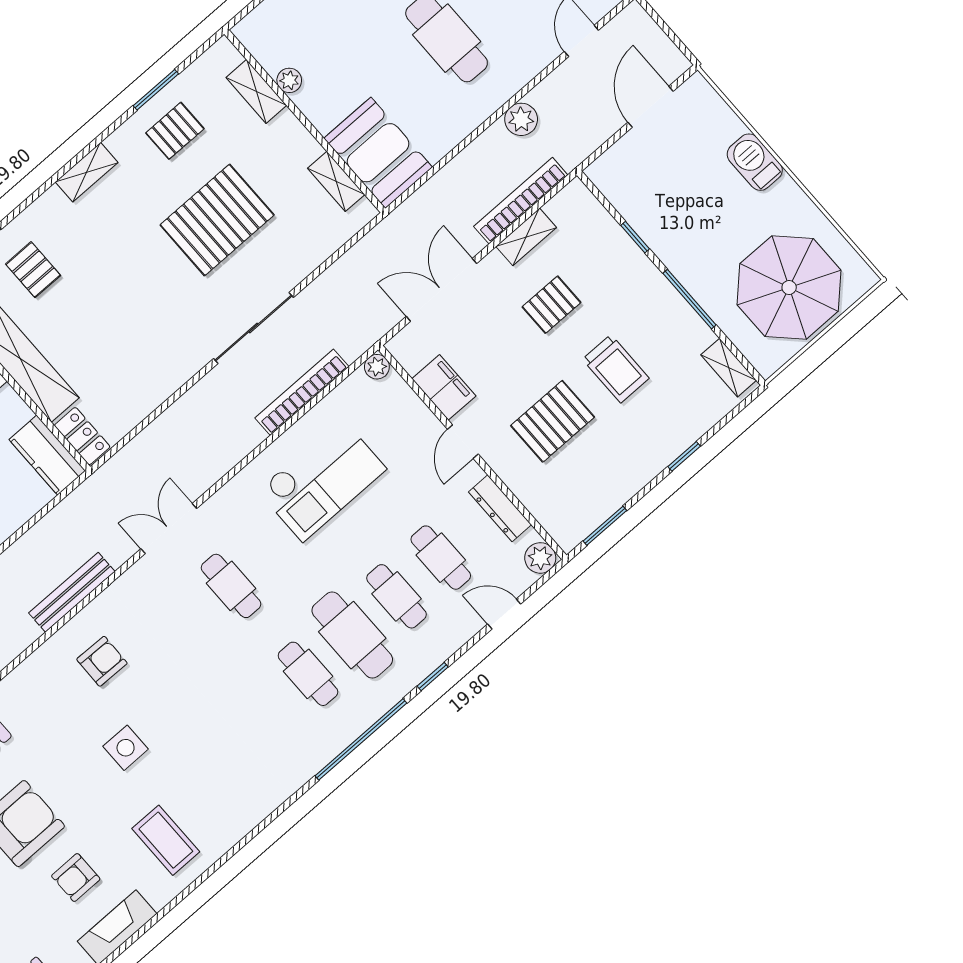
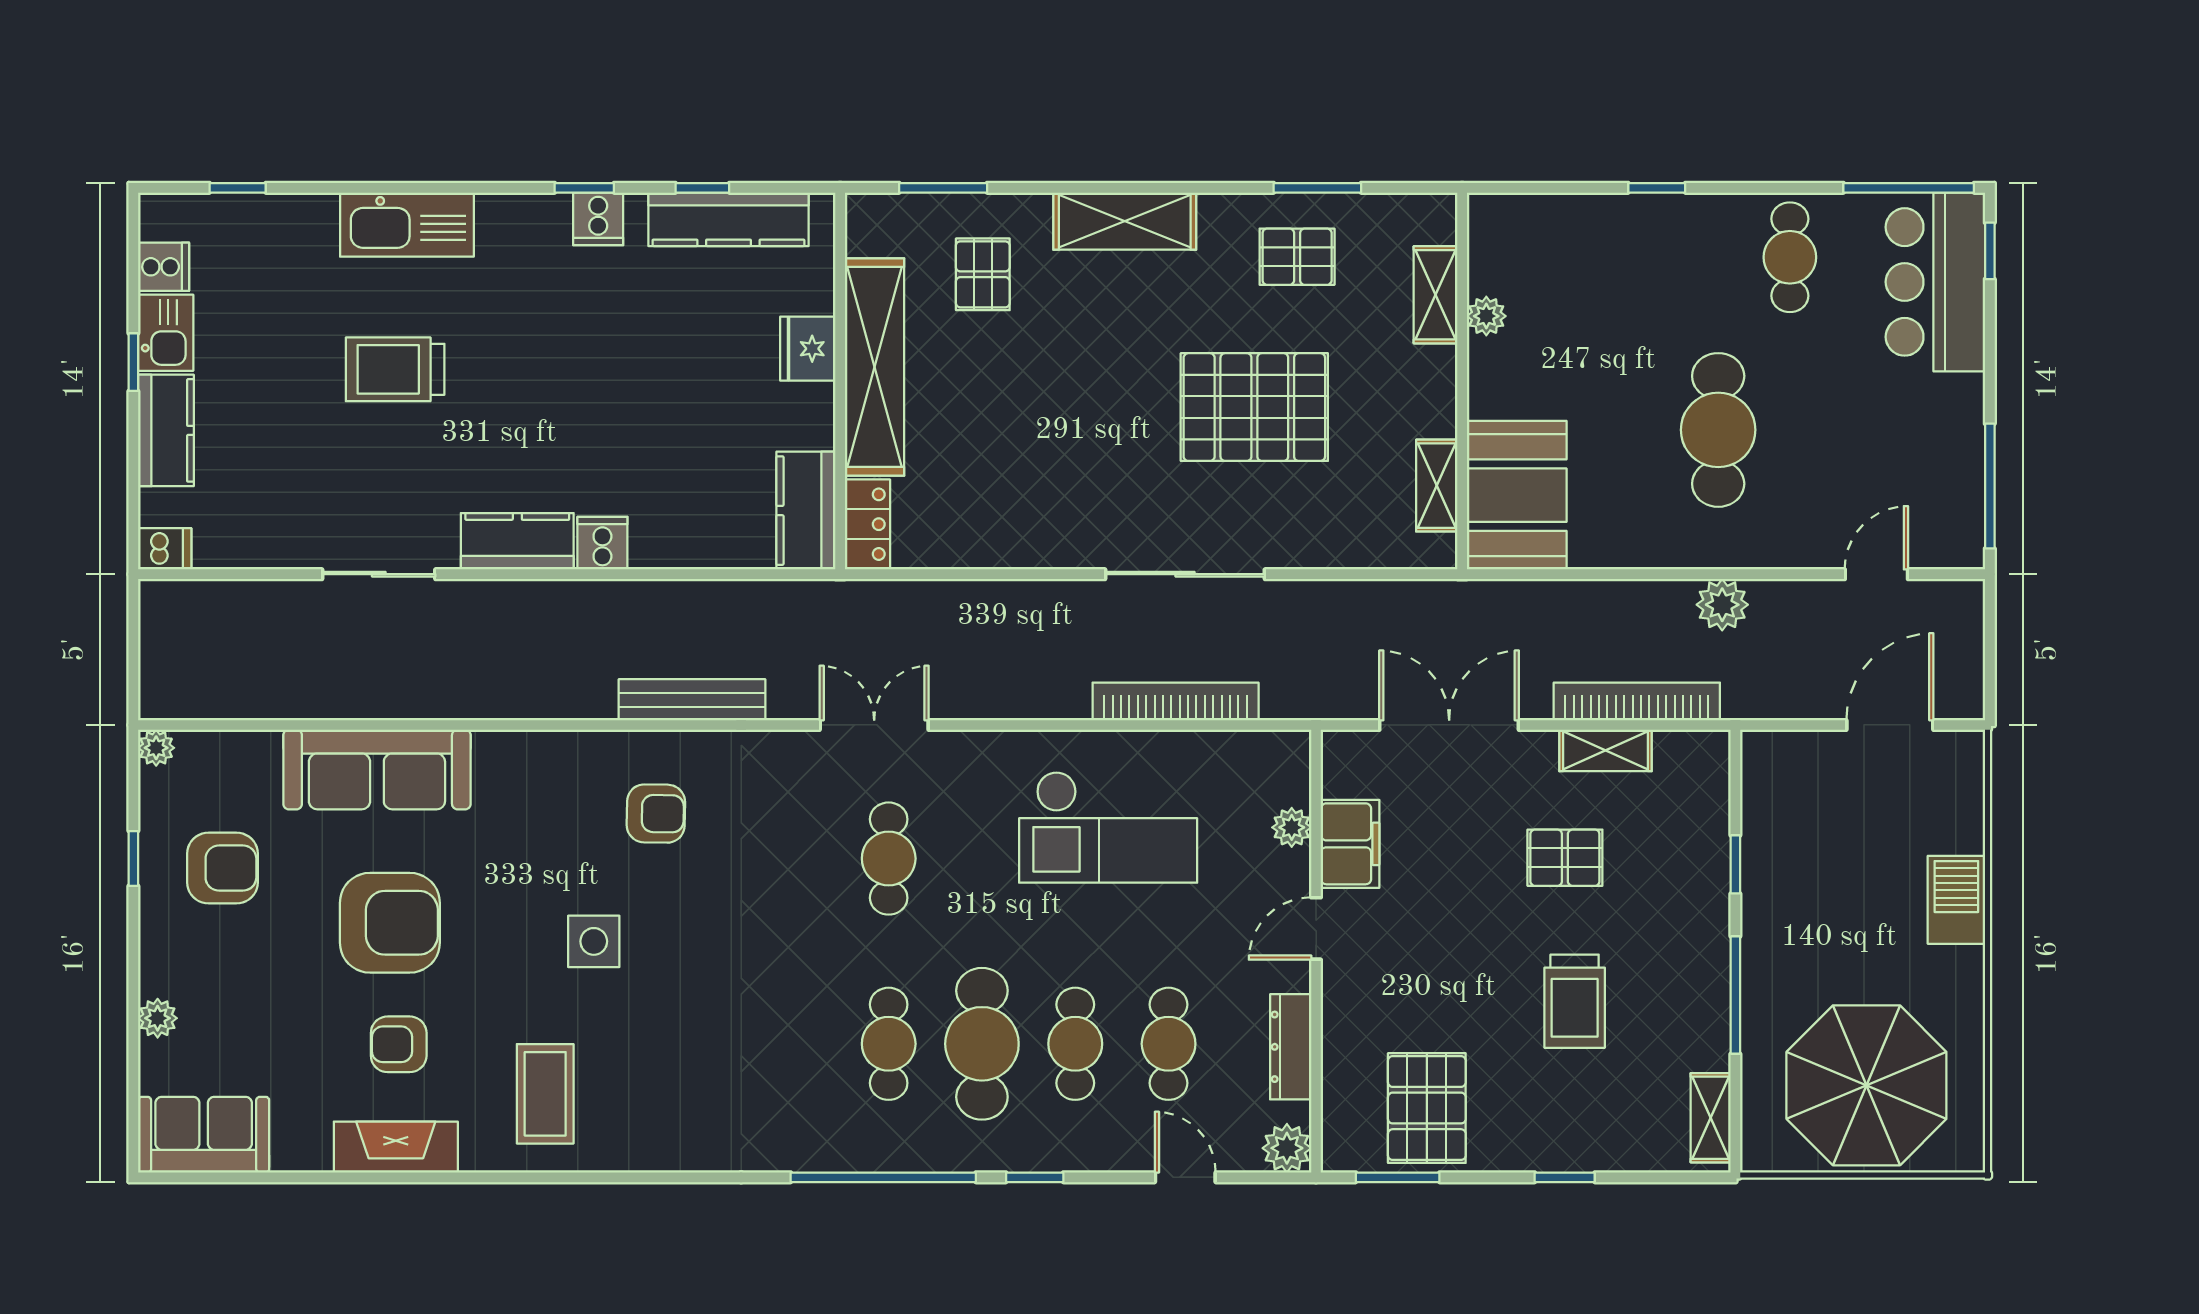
shelving: (87, 172) -> (1125, 221), width x1.50, depth x1.33
plant: (377, 367) -> (1292, 827), moved
pallet: (553, 421) -> (1427, 1108), moved, turned 90

